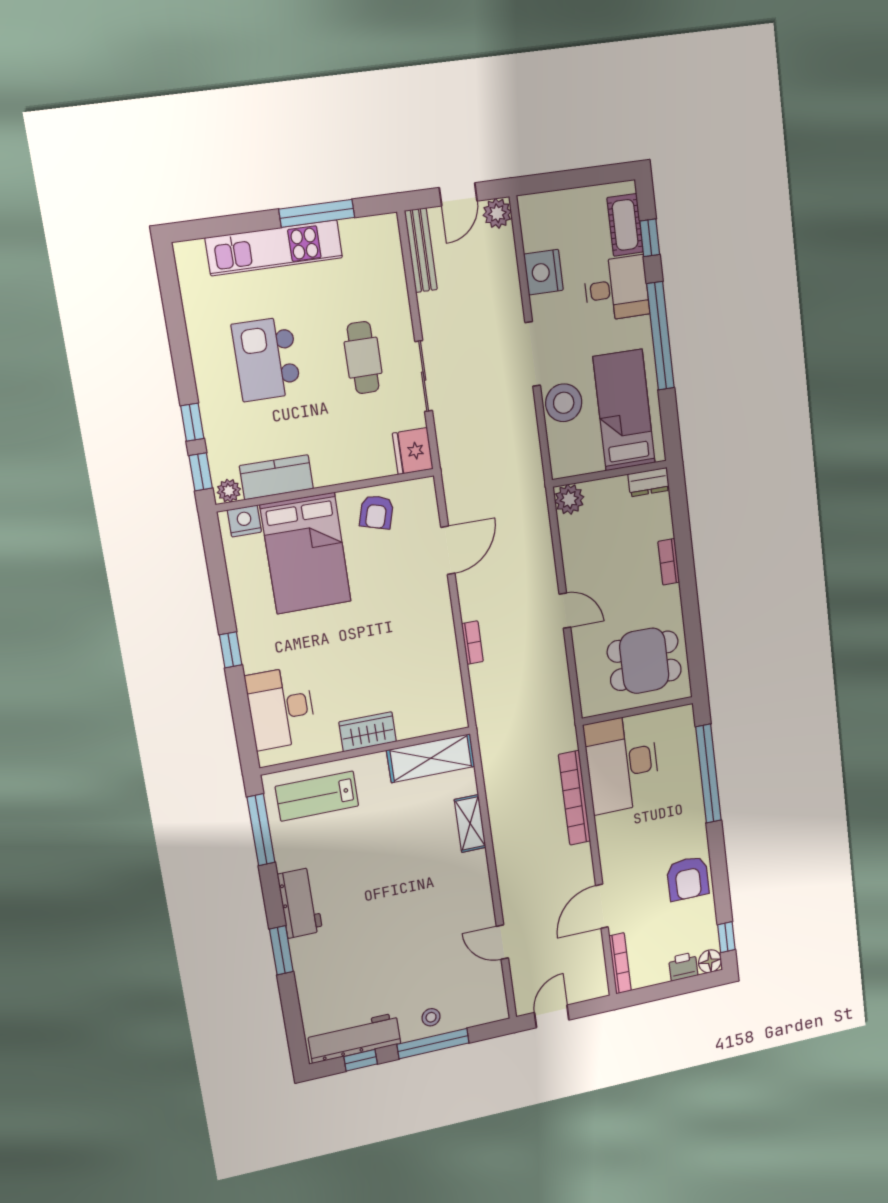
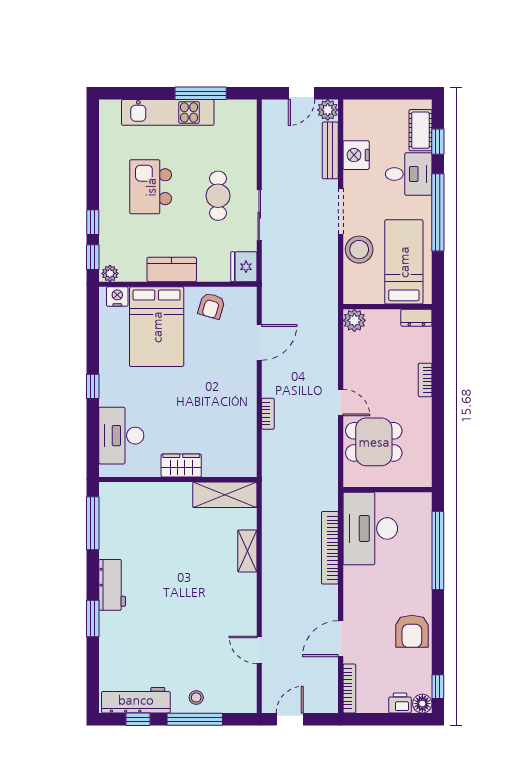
bench: (421, 250) -> (330, 150), moved
kitchen counter: (276, 477) -> (172, 269), moved
dining table: (644, 661) -> (374, 442), moved
lab bench: (317, 796) -> (137, 506), removed

